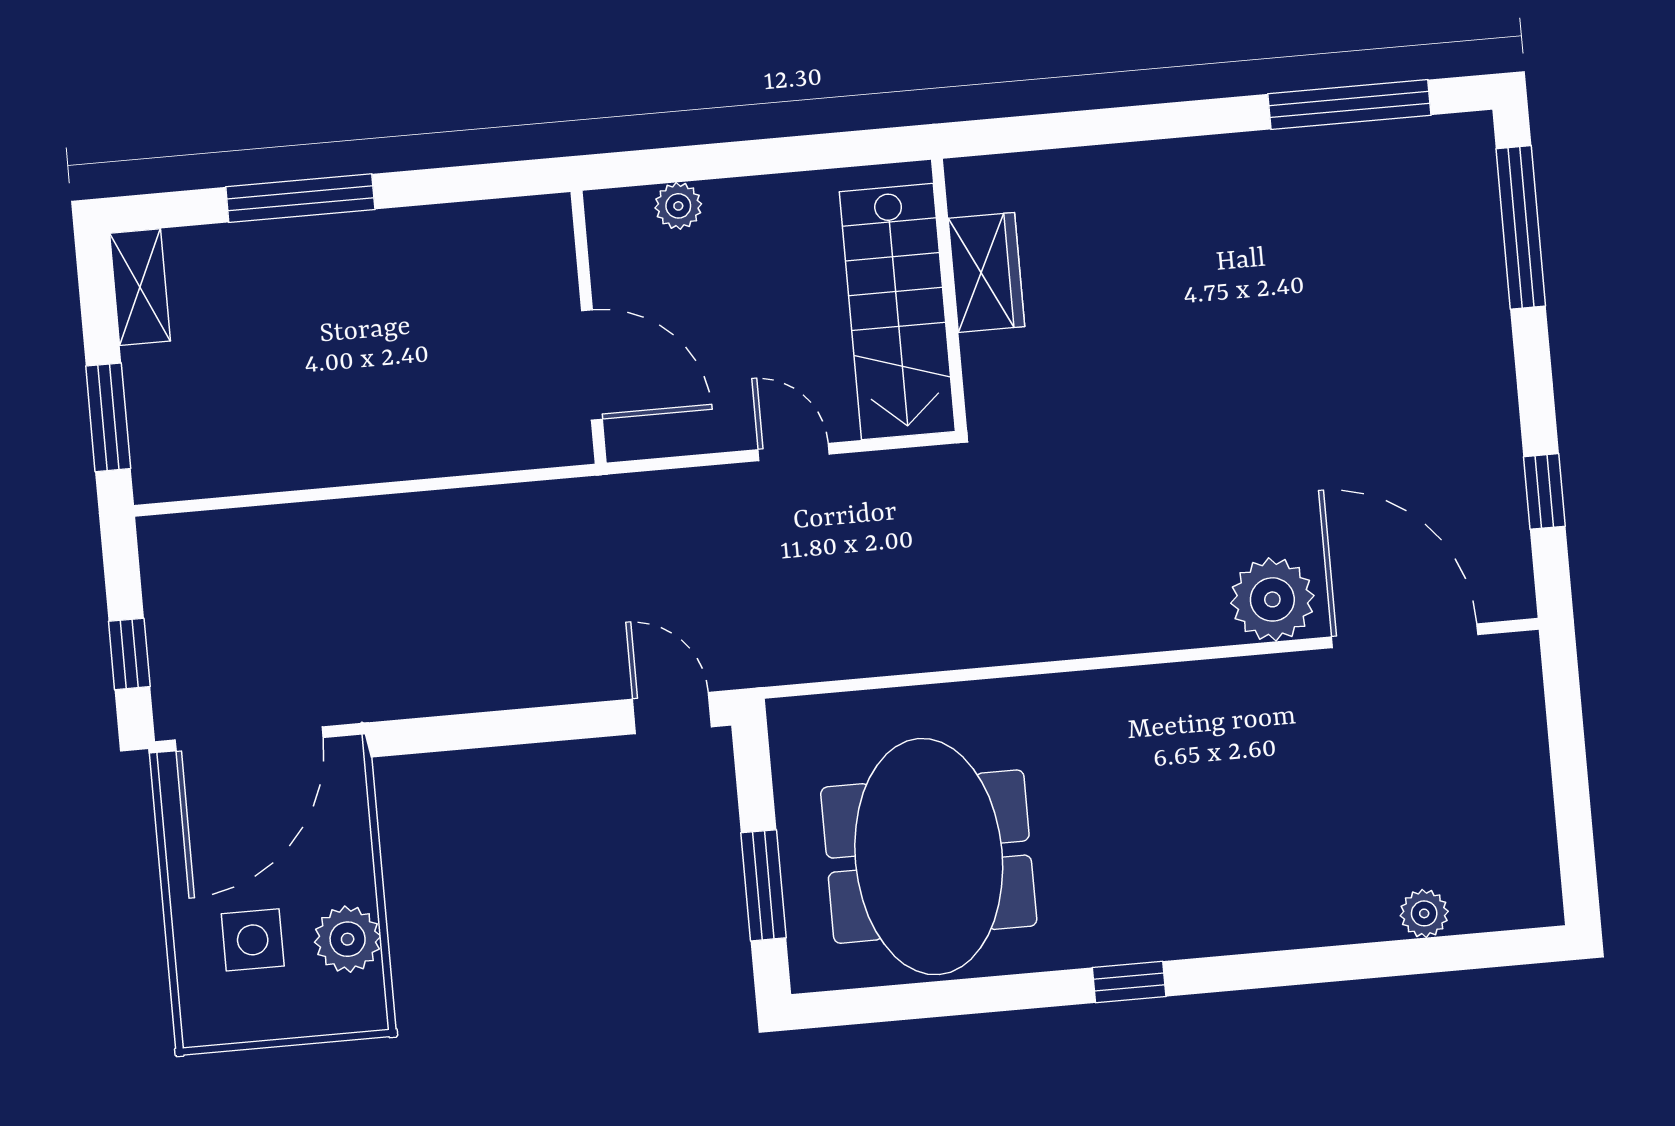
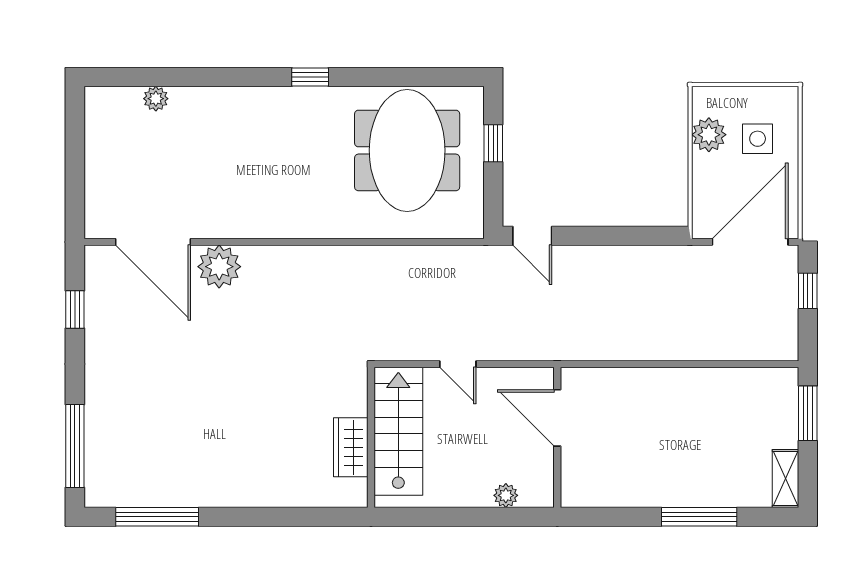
window: (763, 885) -> (493, 143), width x0.67

